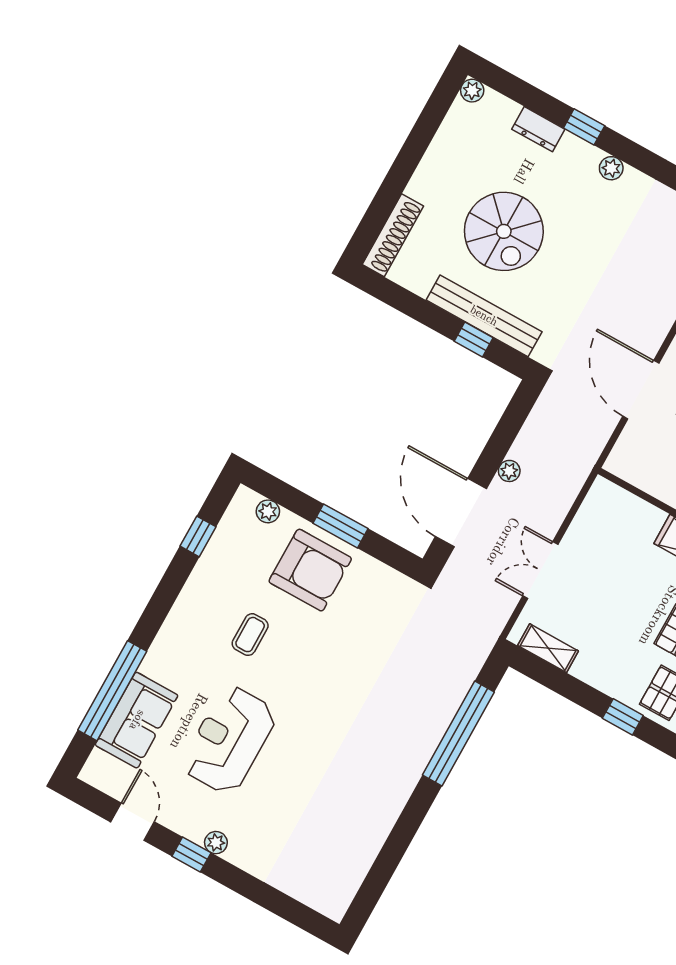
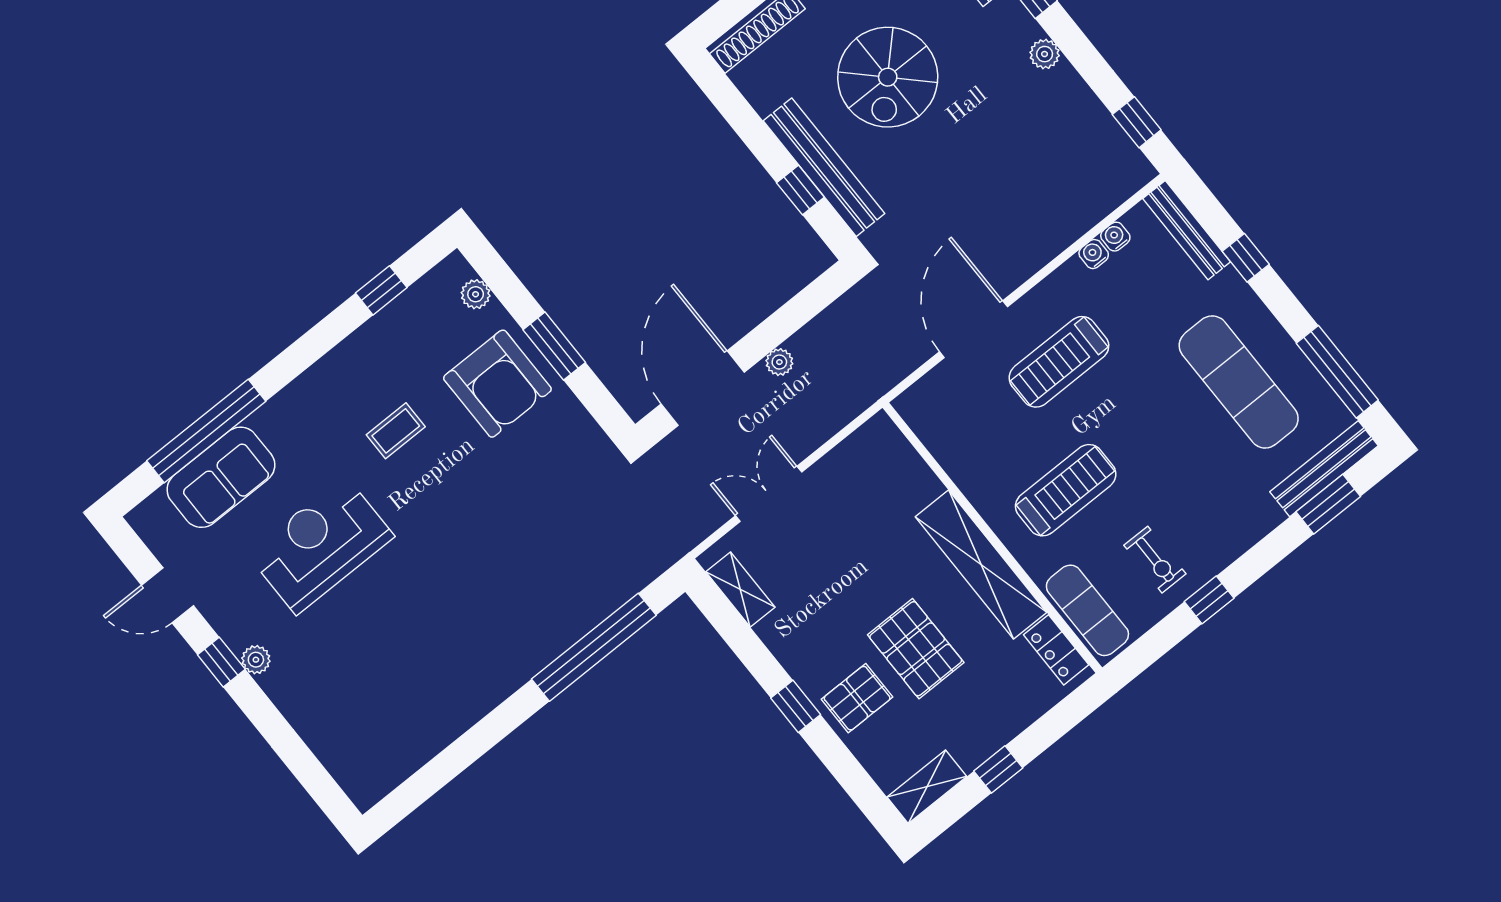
door: (133, 822) -> (168, 595), swing flipped

